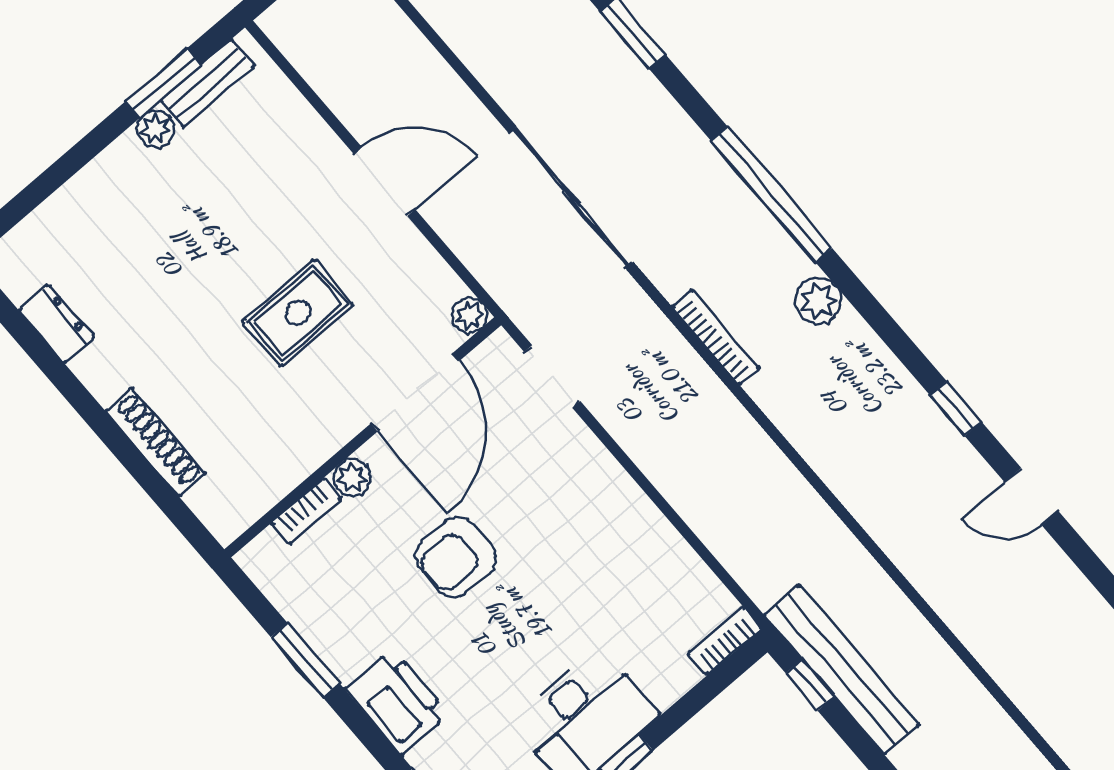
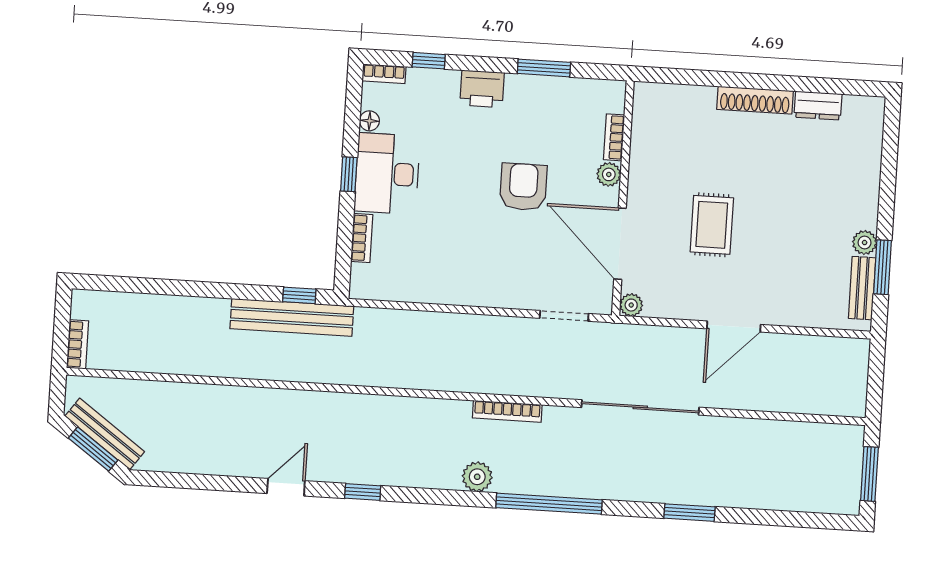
shoe rack: (155, 442) -> (755, 100), moved
bookcase: (725, 641) -> (362, 238), moved
printer: (397, 702) -> (482, 89), width x0.73, depth x0.84

